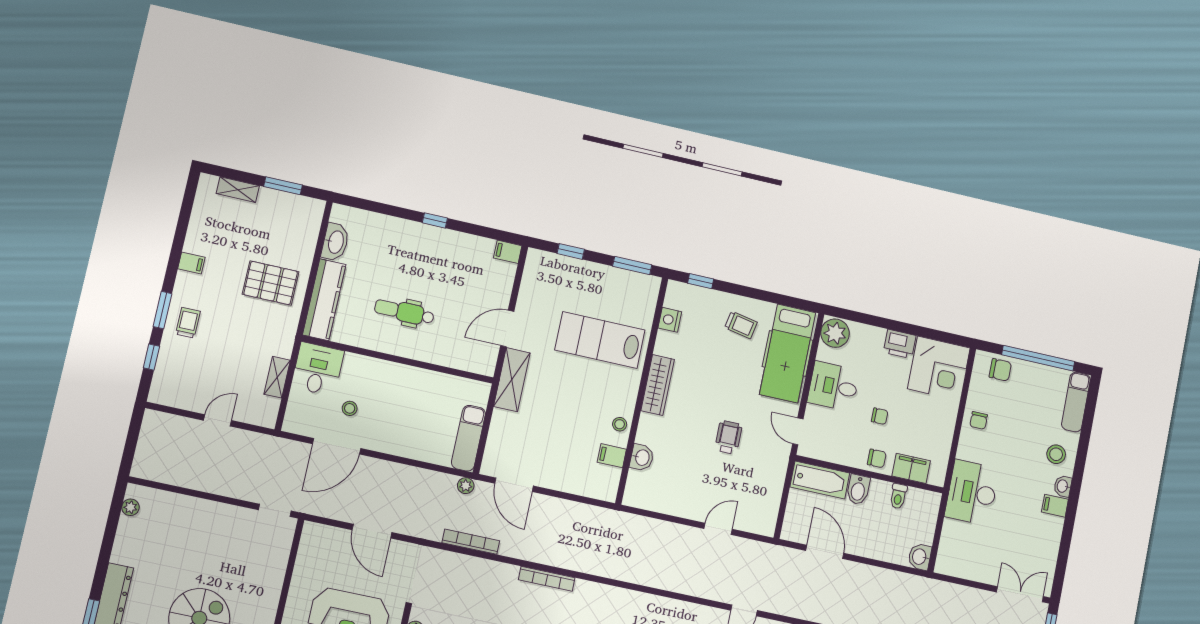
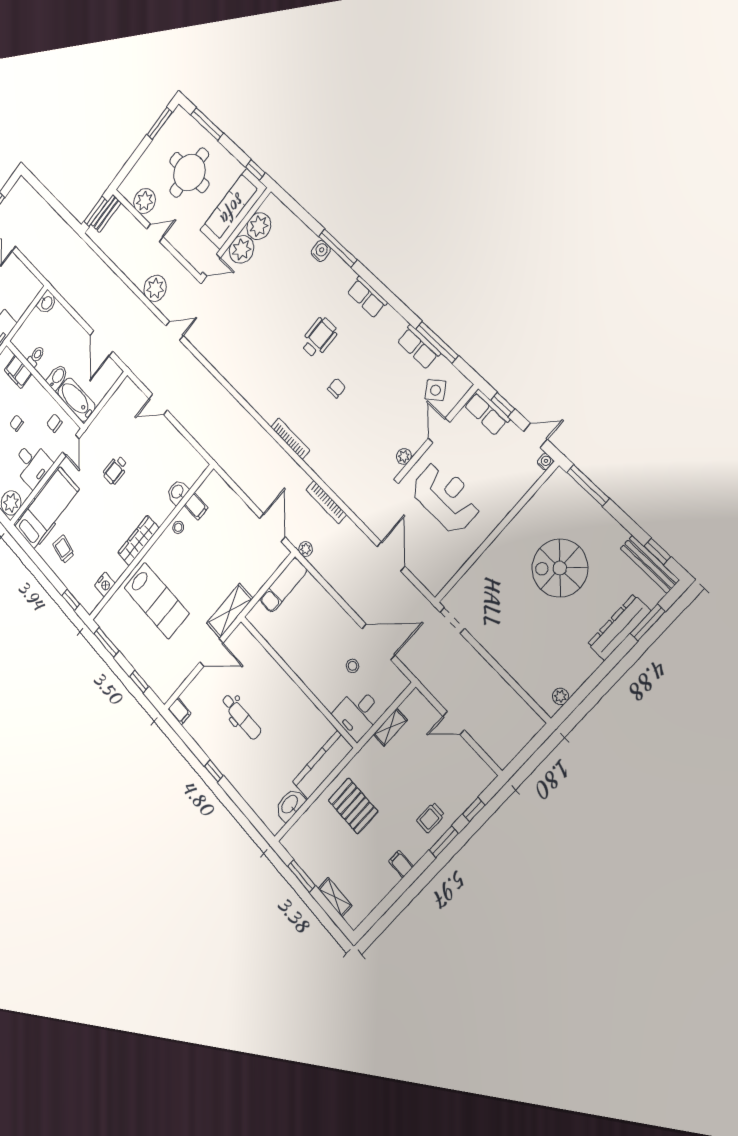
dental chair: (404, 312) -> (241, 717), moved
chair: (877, 458) -> (54, 423), moved

